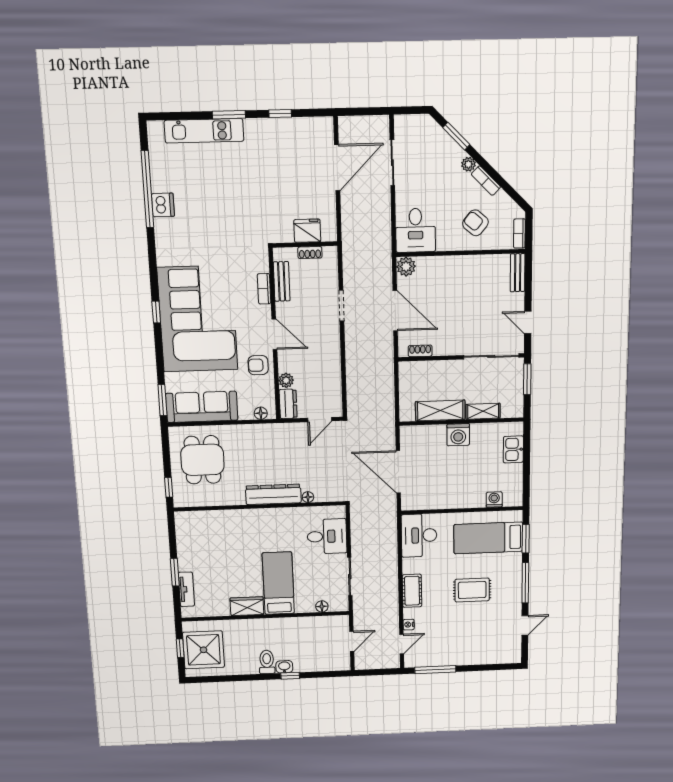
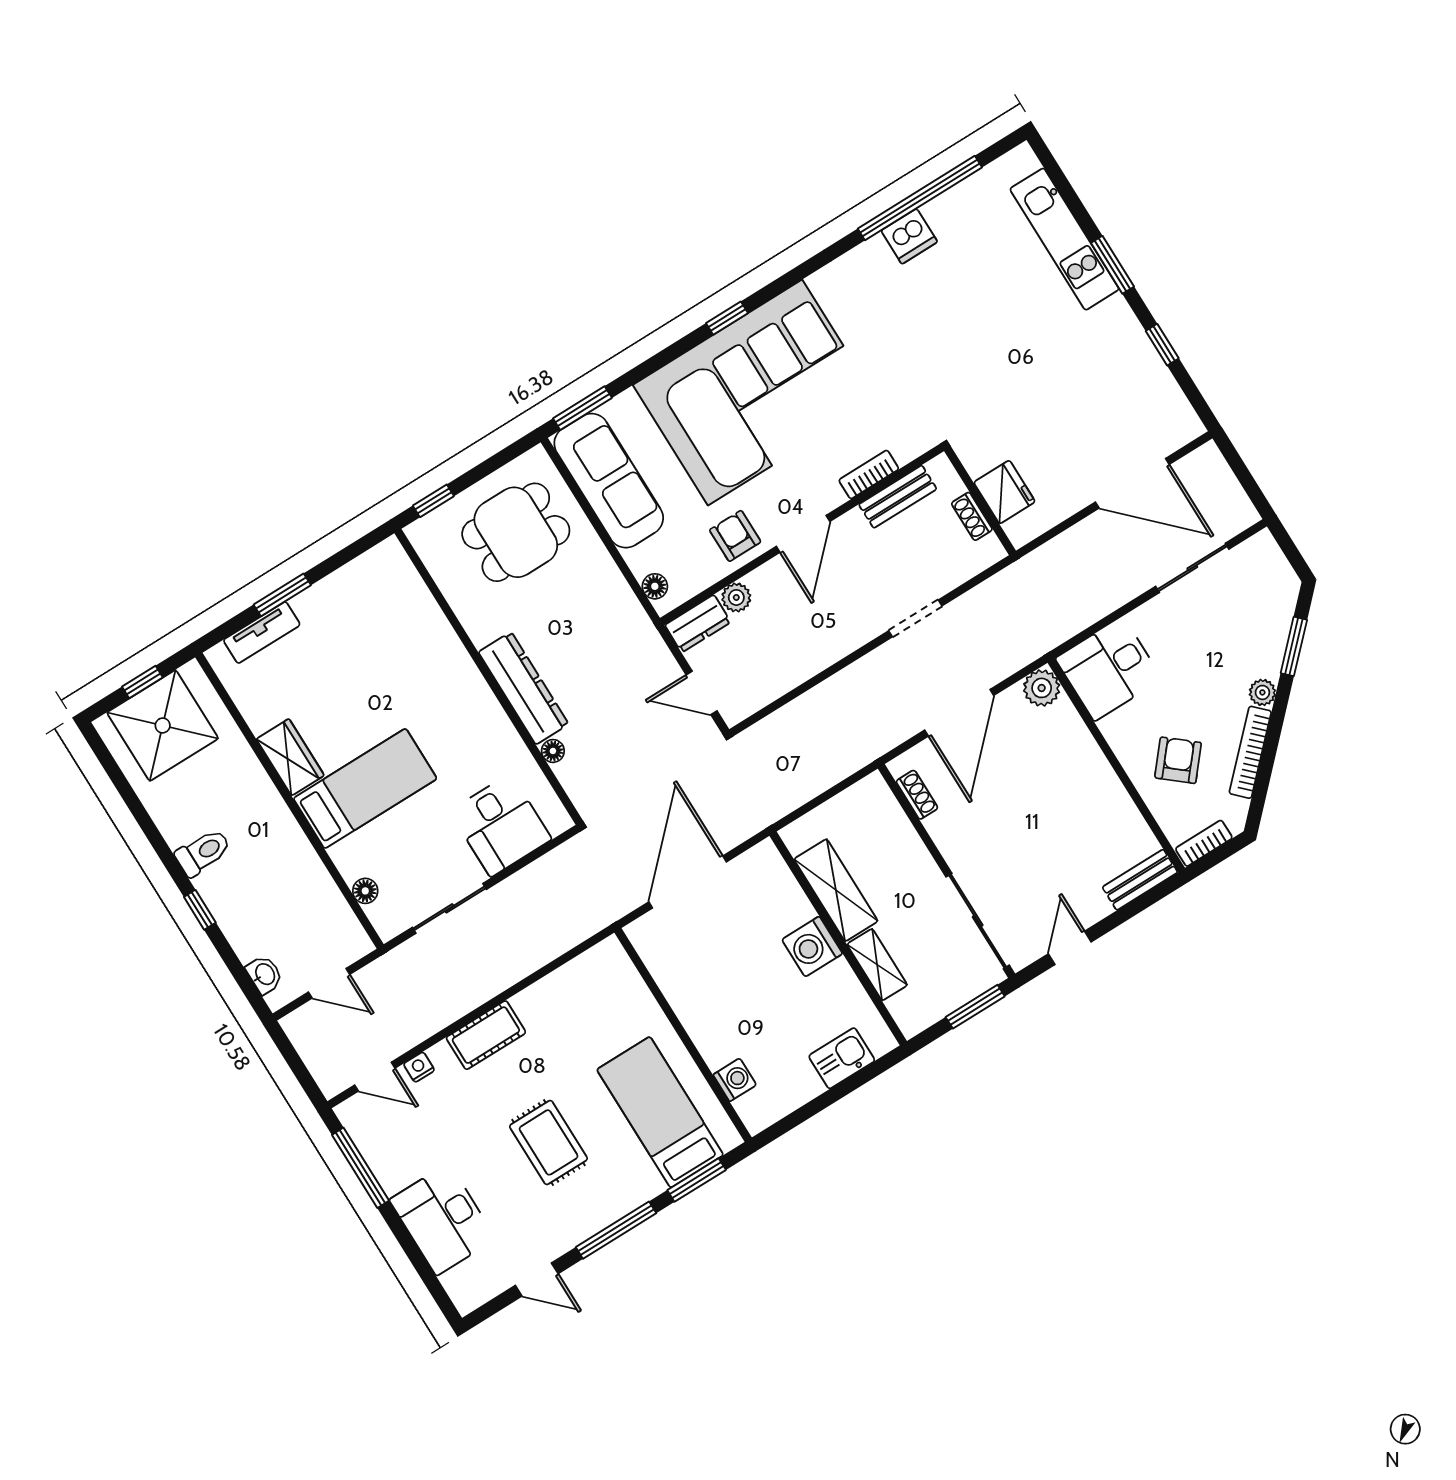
bookcase: (486, 181) -> (1250, 752), width x1.56
desk: (419, 535) -> (443, 1219), moved, turned -90
washbasin: (284, 667) -> (264, 975), moved

